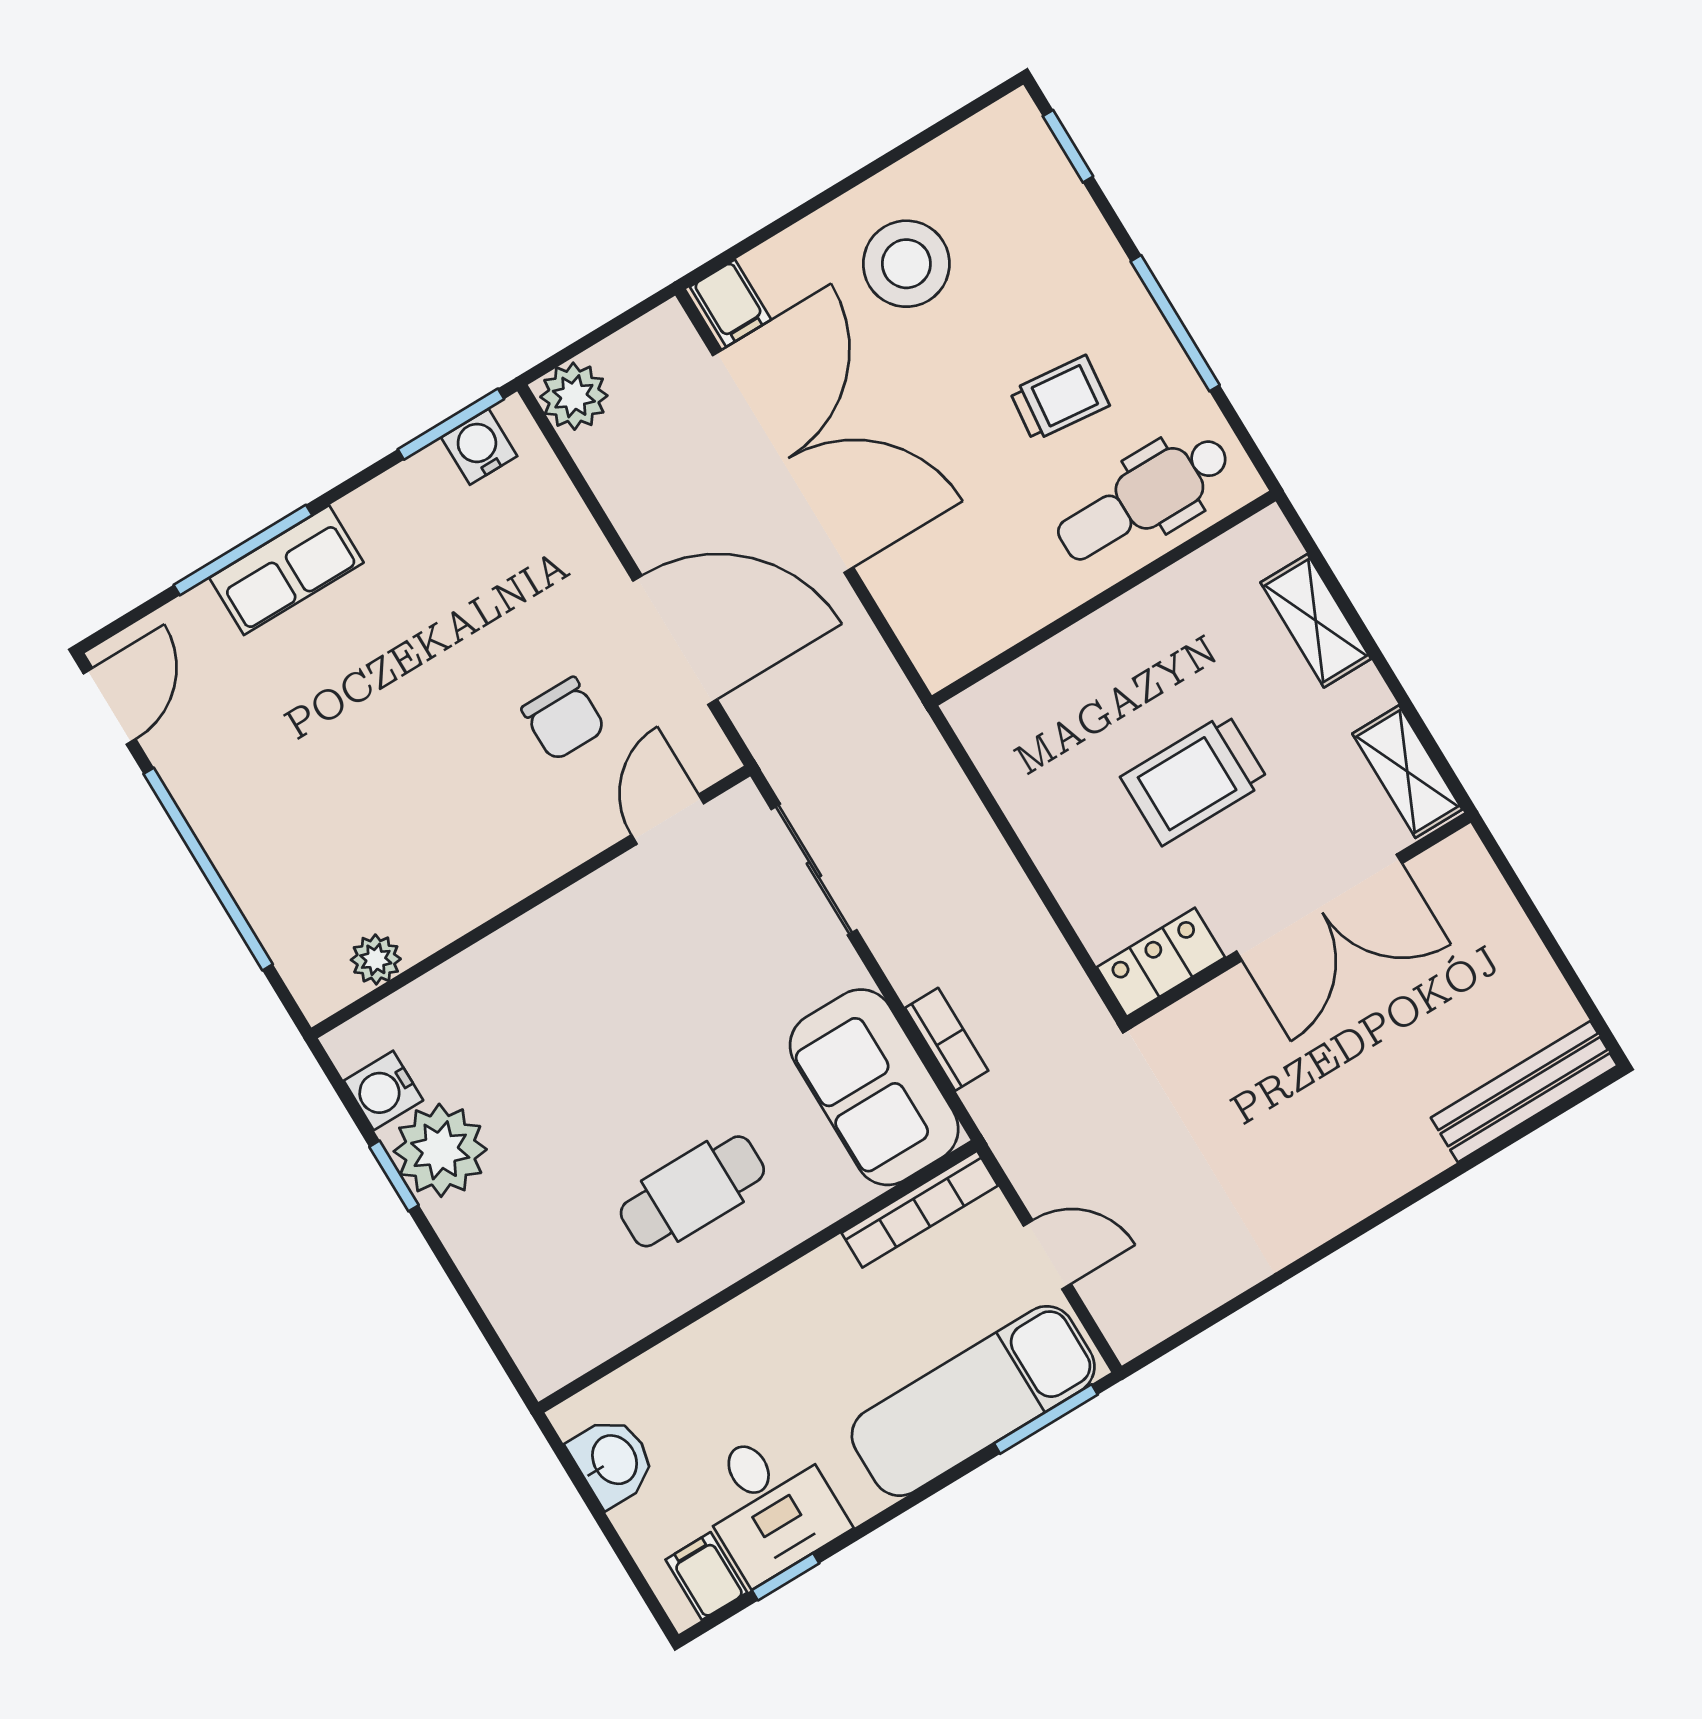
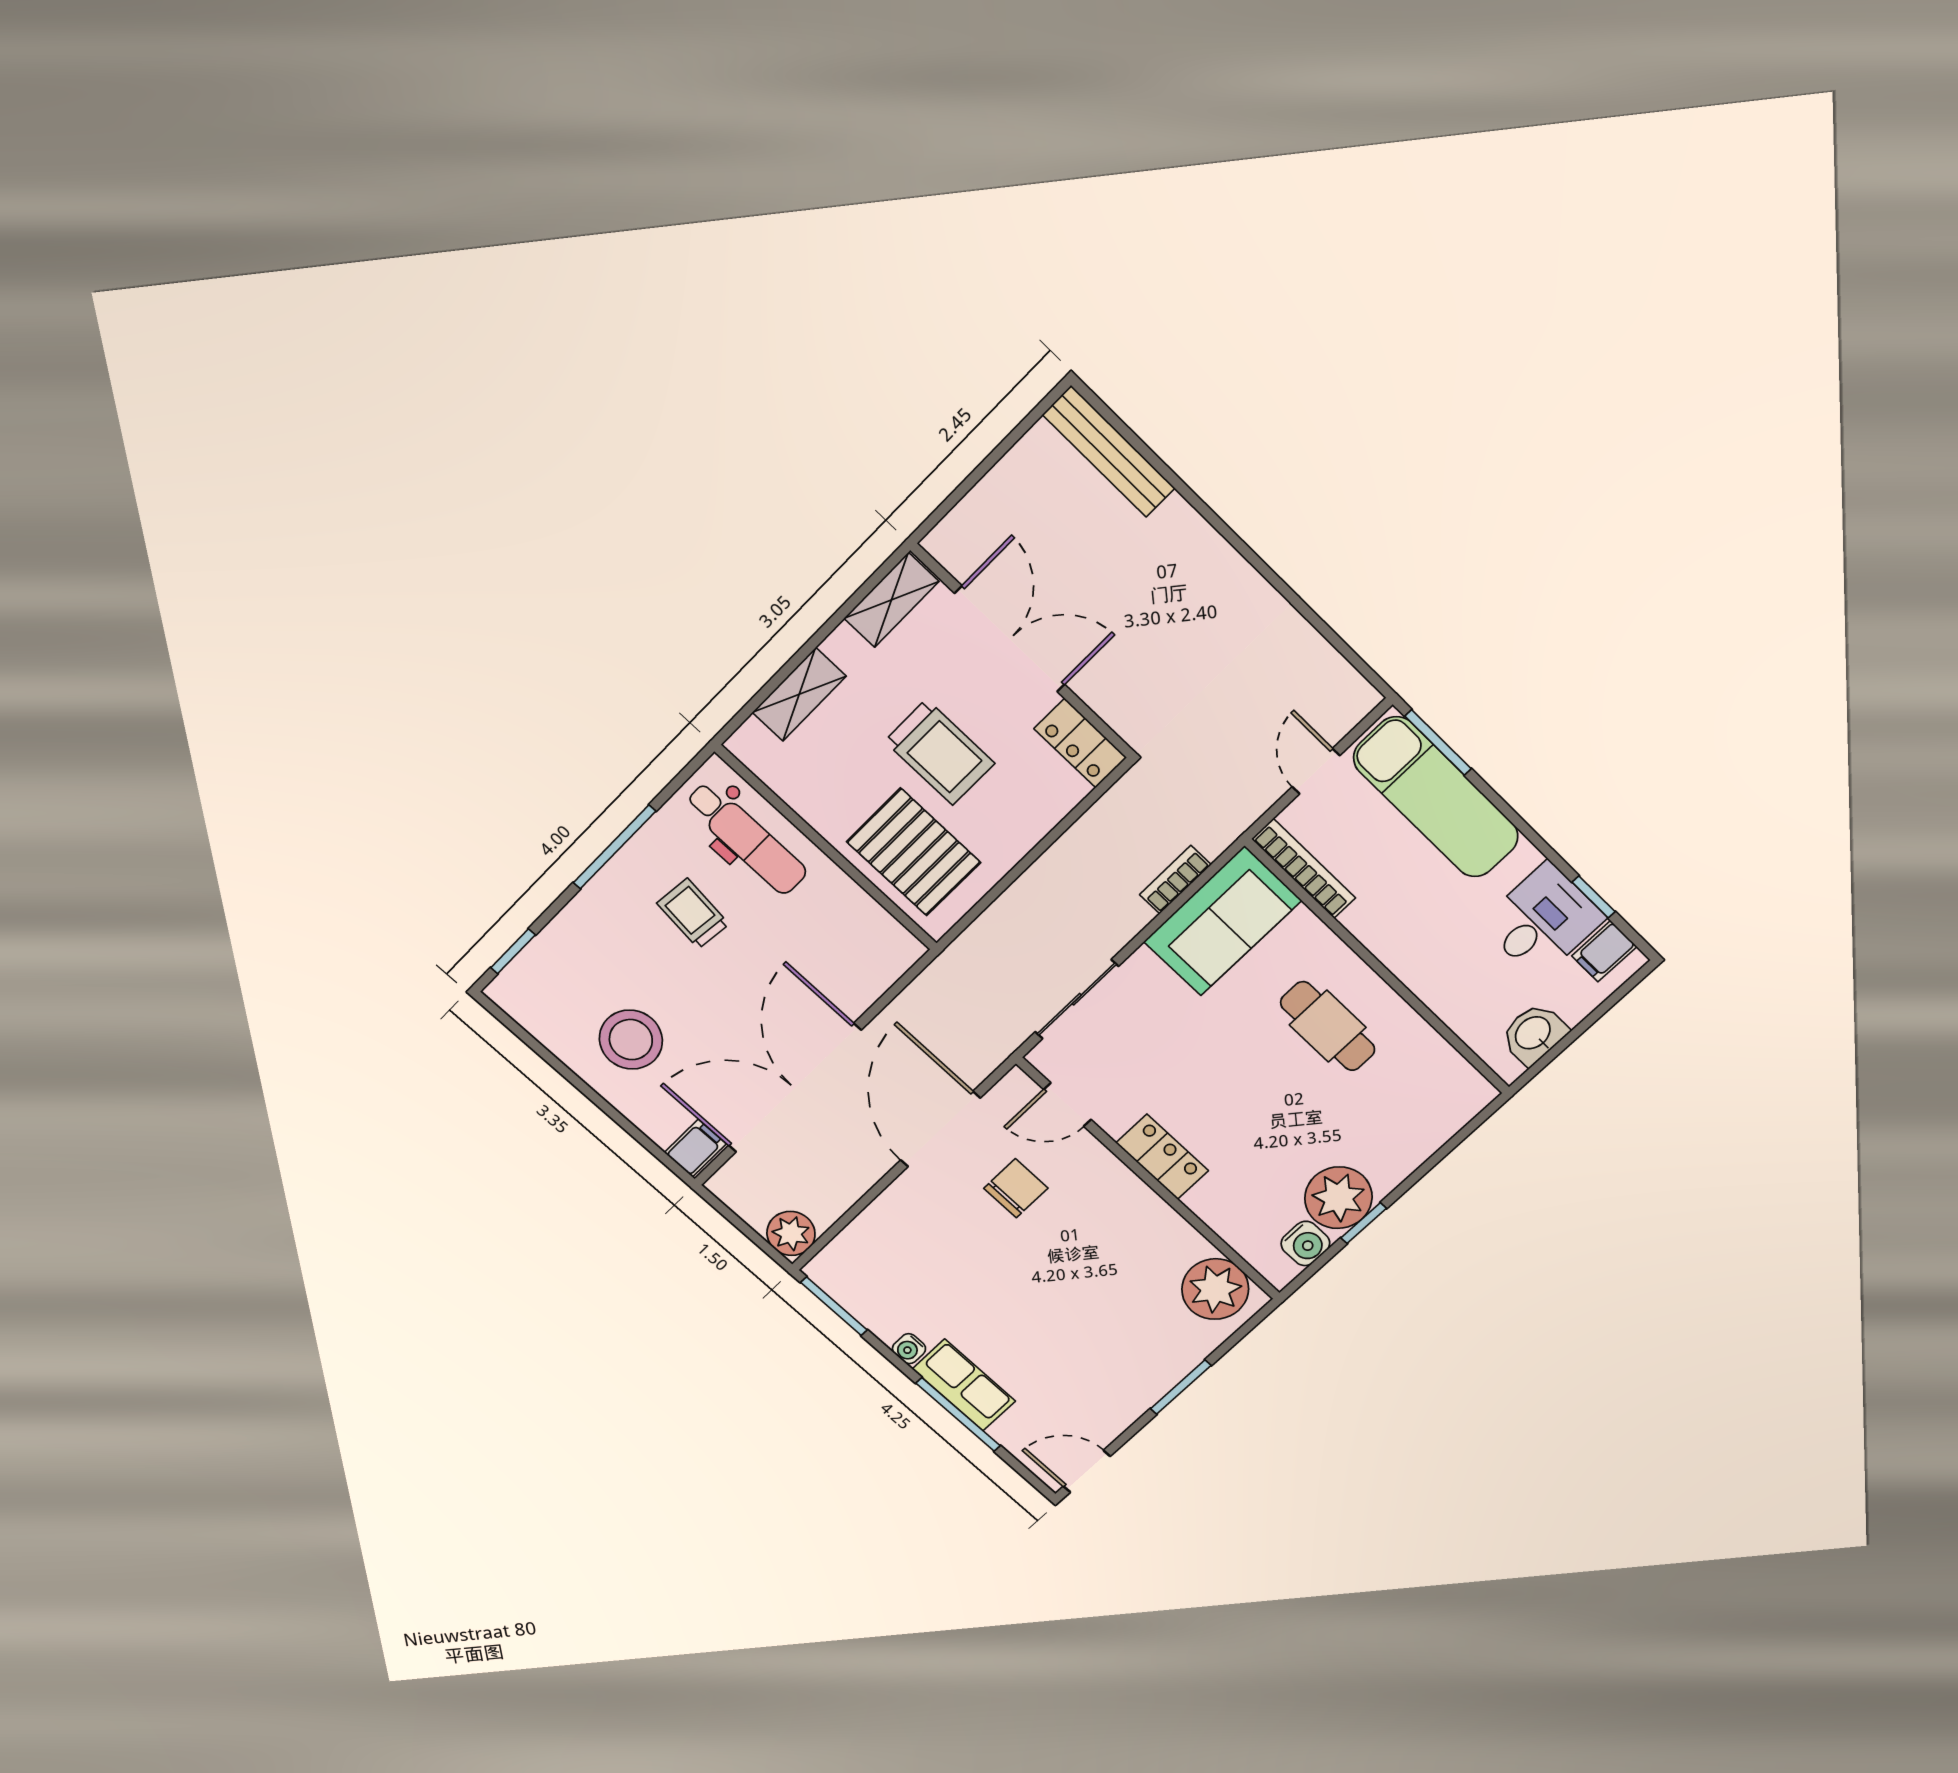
water cooler: (479, 447) -> (909, 1349), moved, width x0.72, depth x0.72
pallet: (1070, 710) -> (914, 852), added
window: (208, 869) -> (1181, 1387), width x0.47
locker: (560, 927) -> (1162, 1157), added
plant: (376, 959) -> (1215, 1289), width x1.87, depth x1.87

